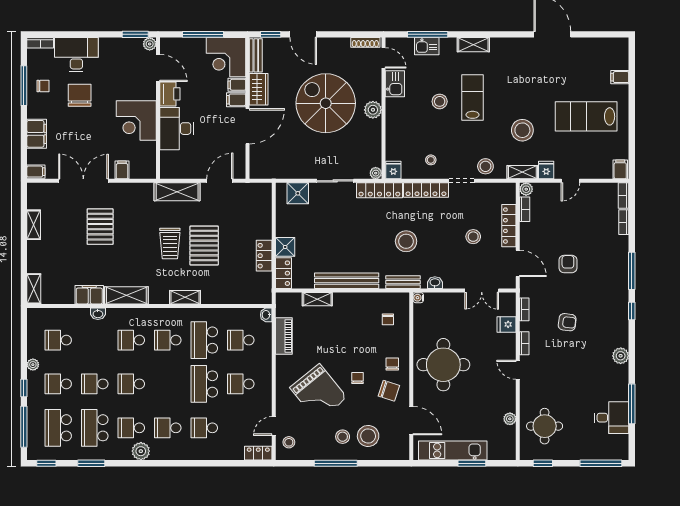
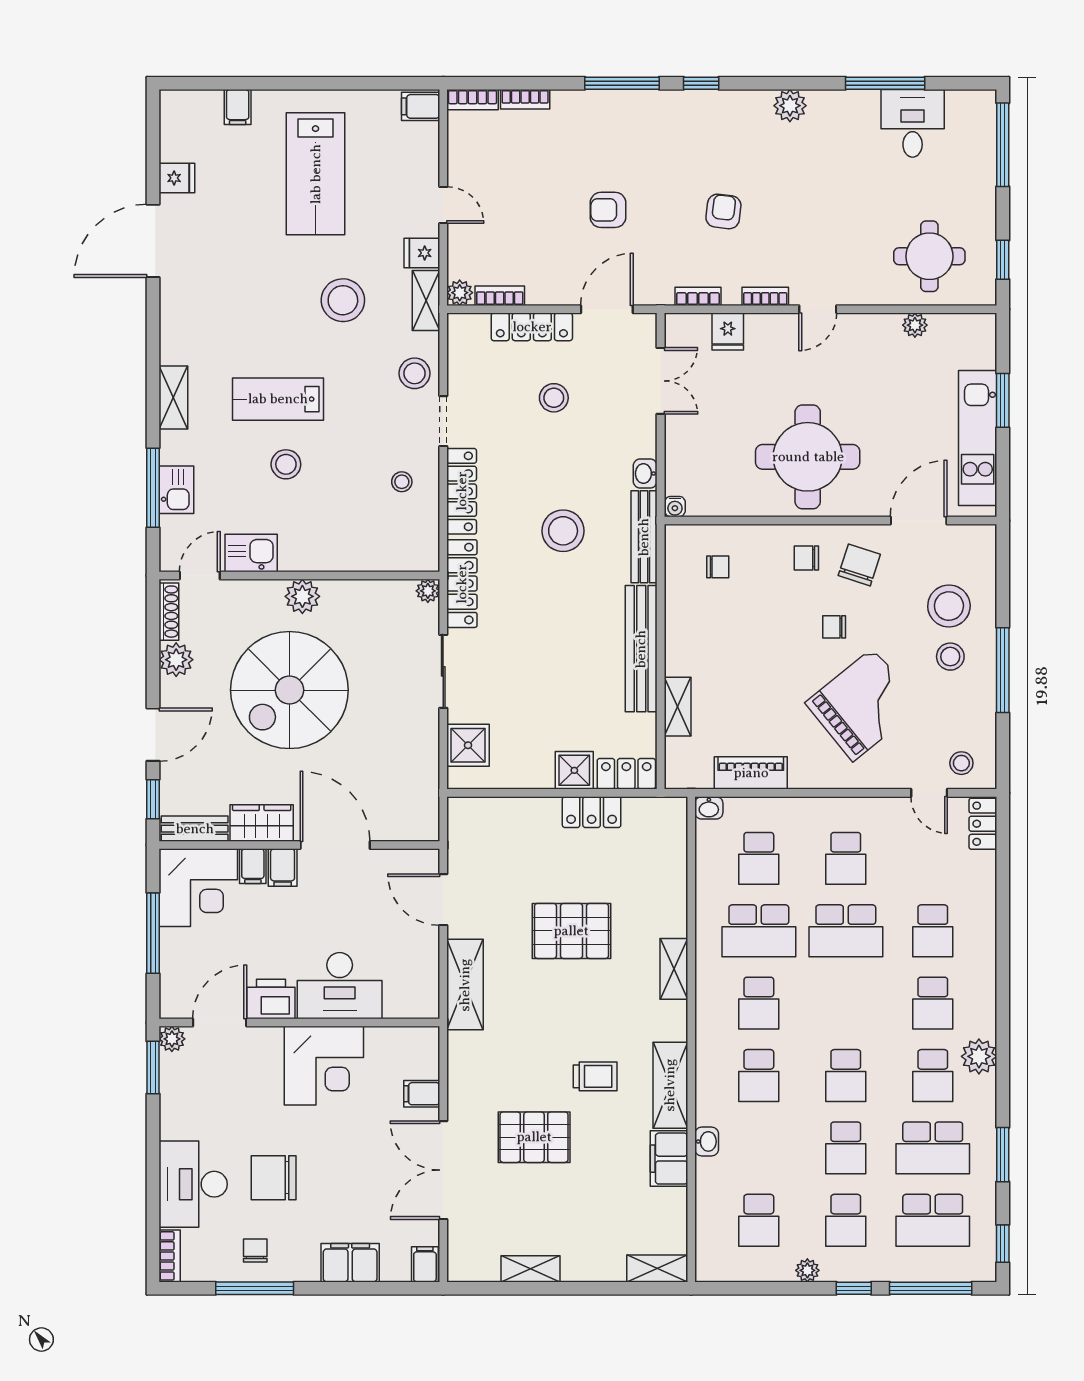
plant: (341, 46) -> (176, 660), added
fridge: (393, 170) -> (177, 178), moved, turned 180
trolley: (170, 243) -> (595, 1076), moved, width x0.73, depth x0.72
bench: (403, 282) -> (644, 537), width x1.36

